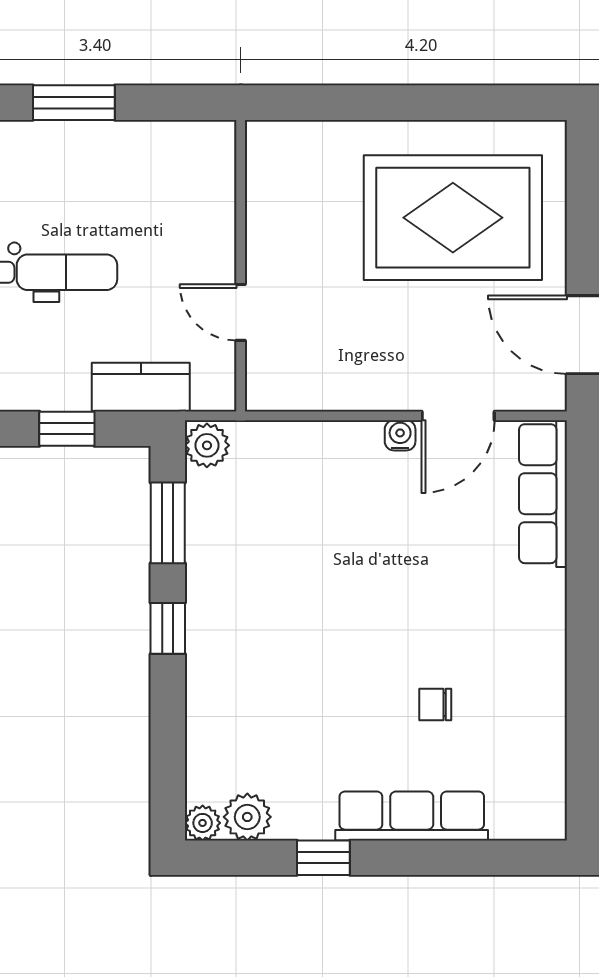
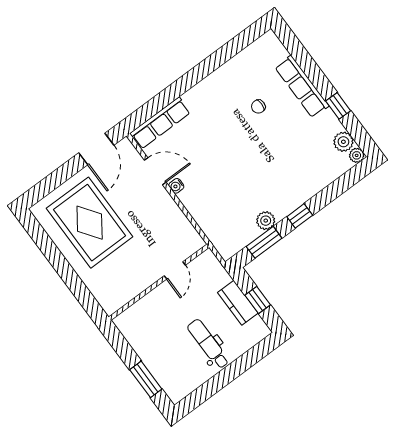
kitchen counter: (141, 387) -> (238, 303), moved
plant: (207, 445) -> (266, 221), moved
chair: (435, 704) -> (258, 107), turned 90

